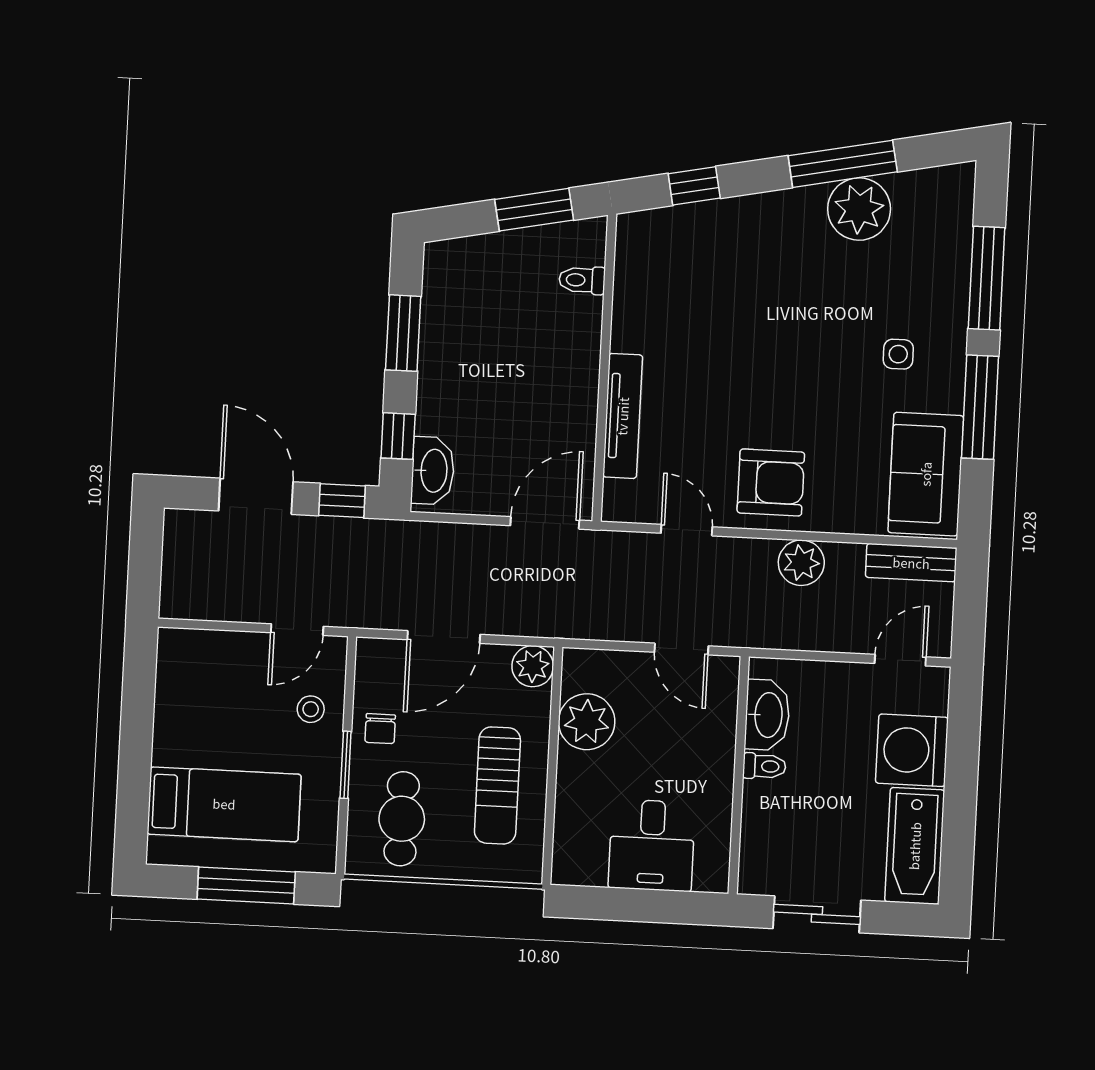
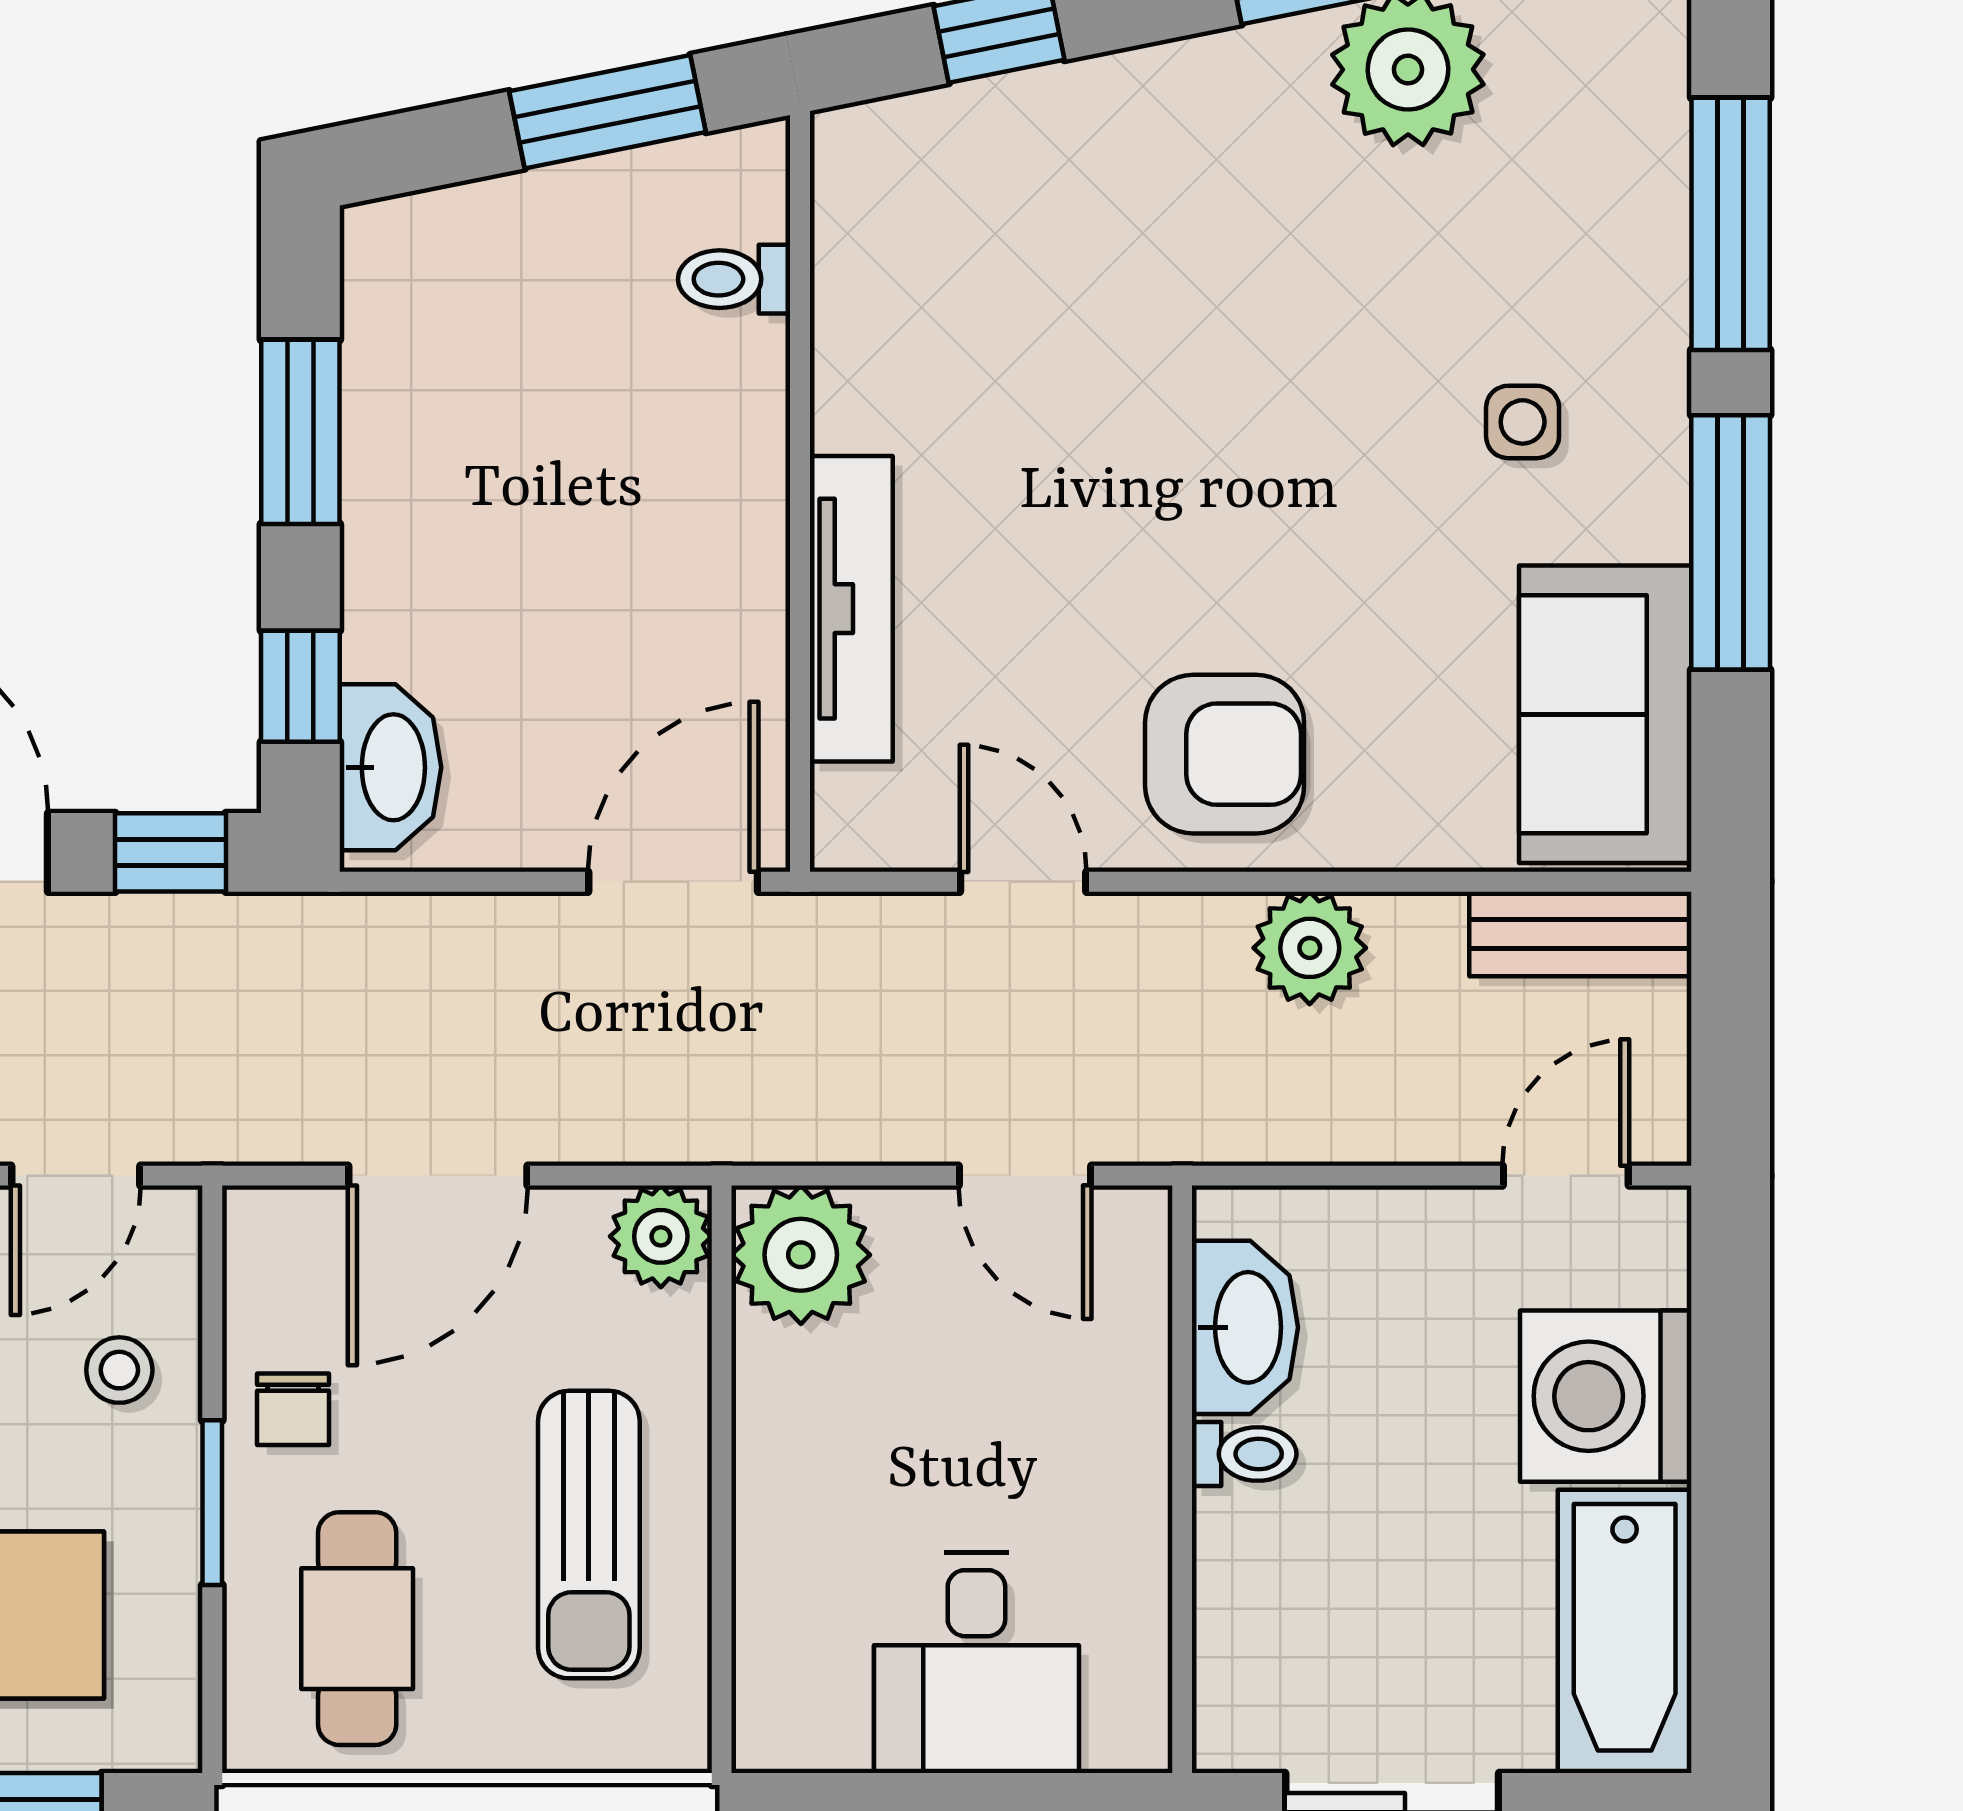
plant: (587, 722) -> (801, 1255), moved

